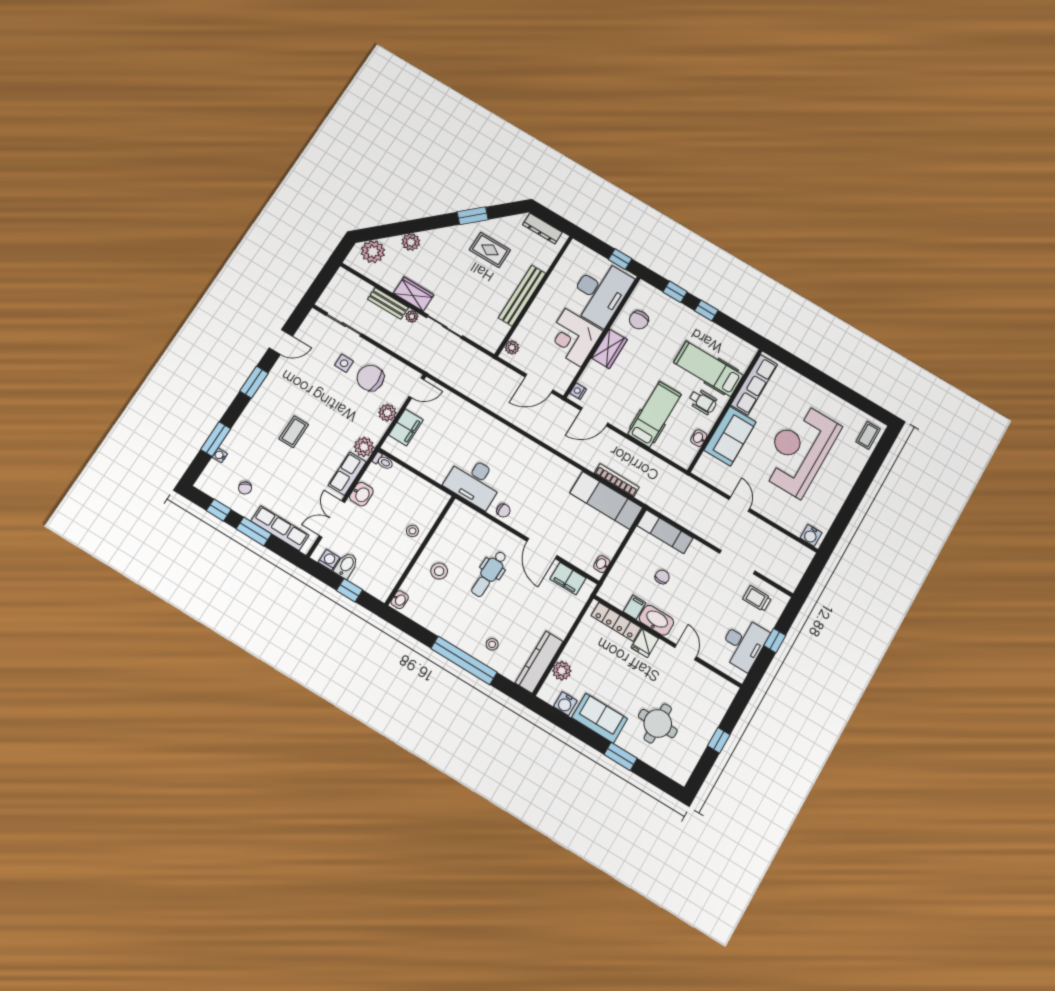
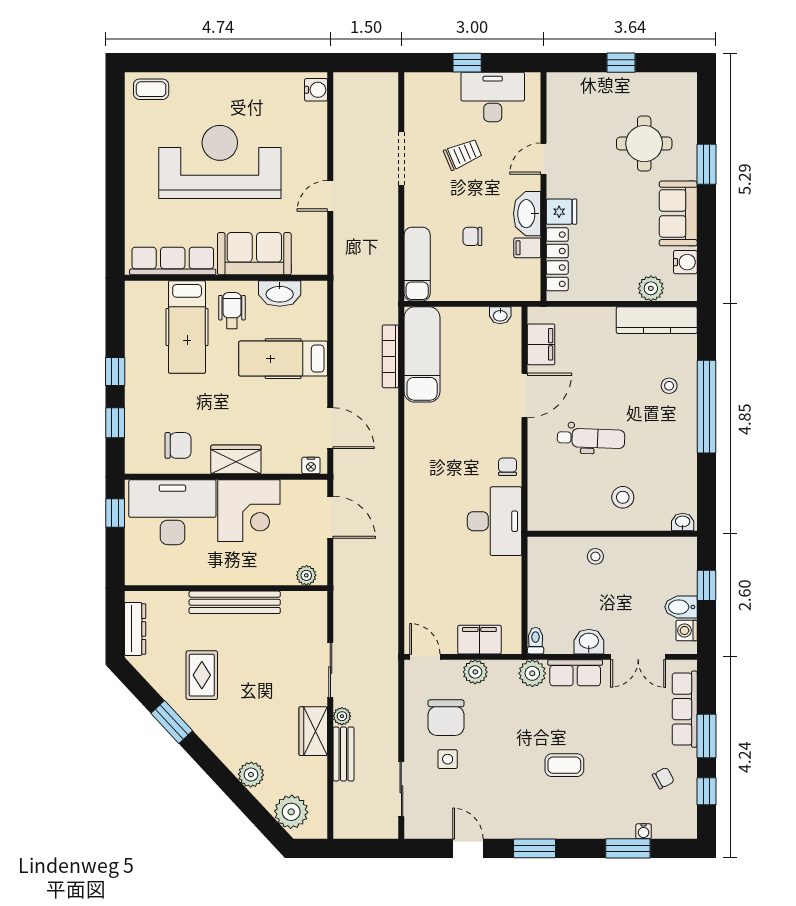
washbasin: (699, 438) -> (280, 293), width x1.91, depth x1.45
reception desk: (799, 450) -> (220, 162), turned 180
trolley: (757, 599) -> (463, 154), moved, turned -113

